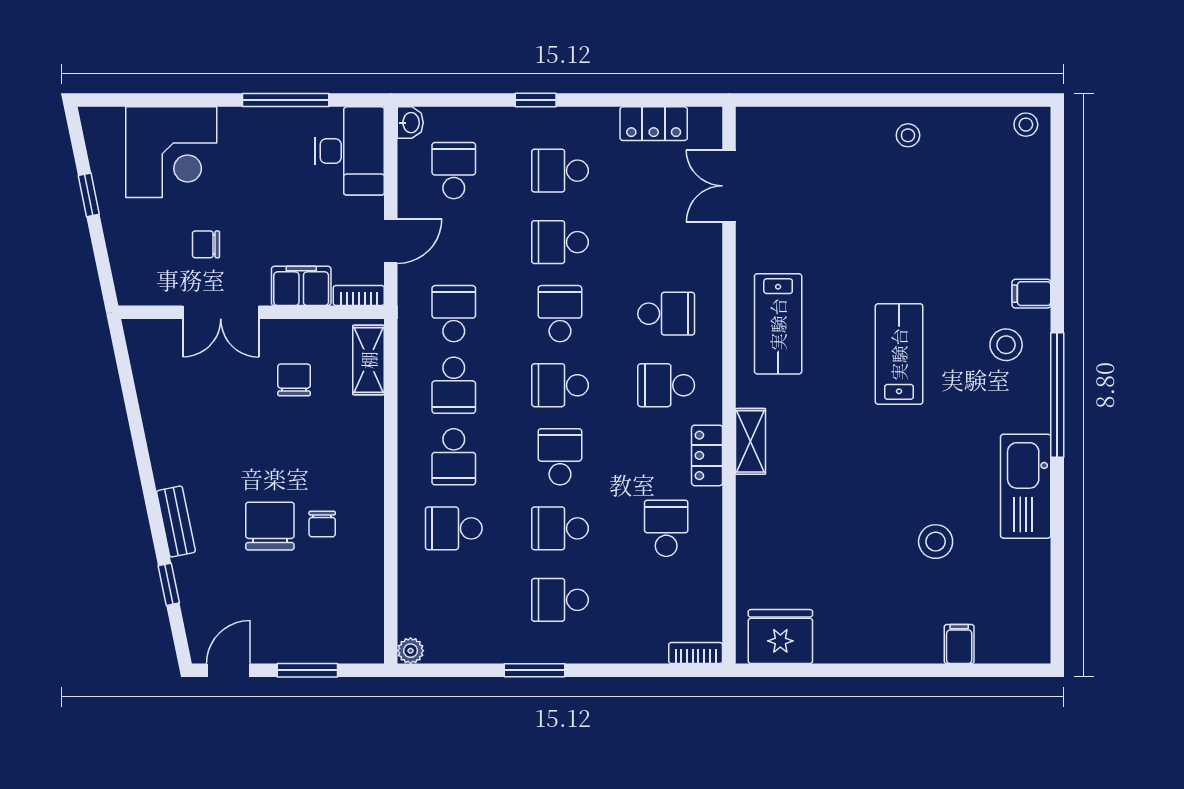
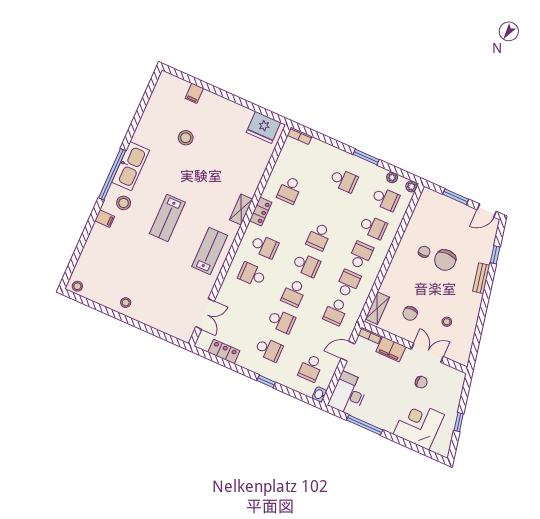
stool: (208, 397) -> (447, 322), added
kitchen sink: (1026, 486) -> (131, 166), moved
school desk: (560, 528) -> (386, 199), moved
plant: (460, 651) -> (392, 177), added

